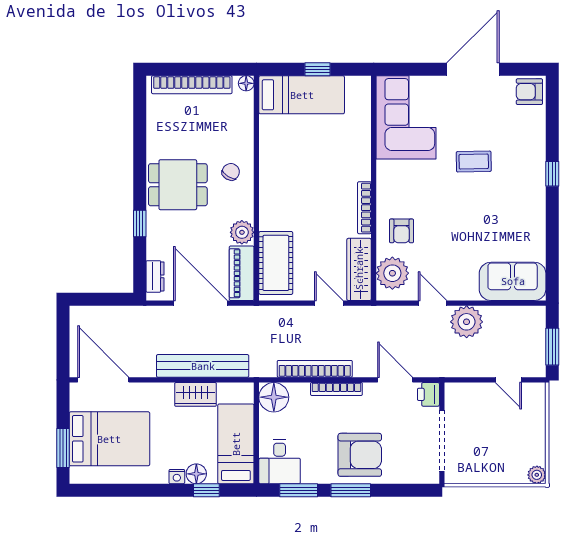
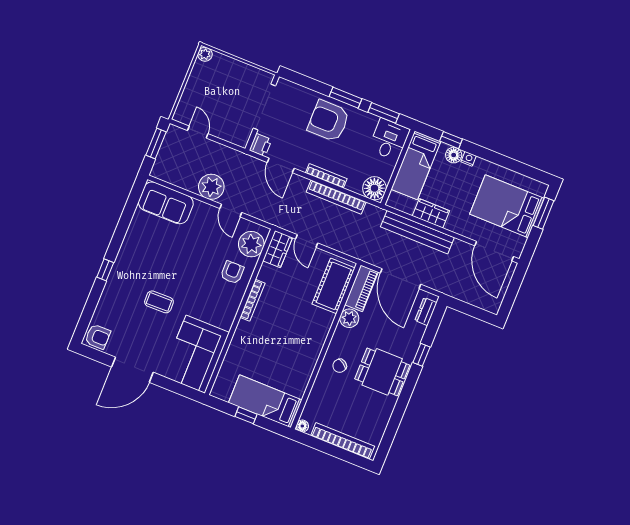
wardrobe: (359, 269) -> (278, 249), width x0.67

